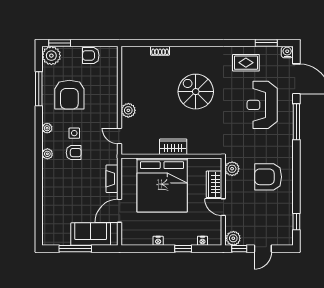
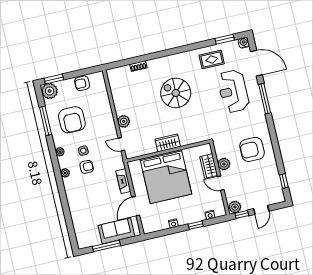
plant: (232, 169) -> (224, 164), moved

